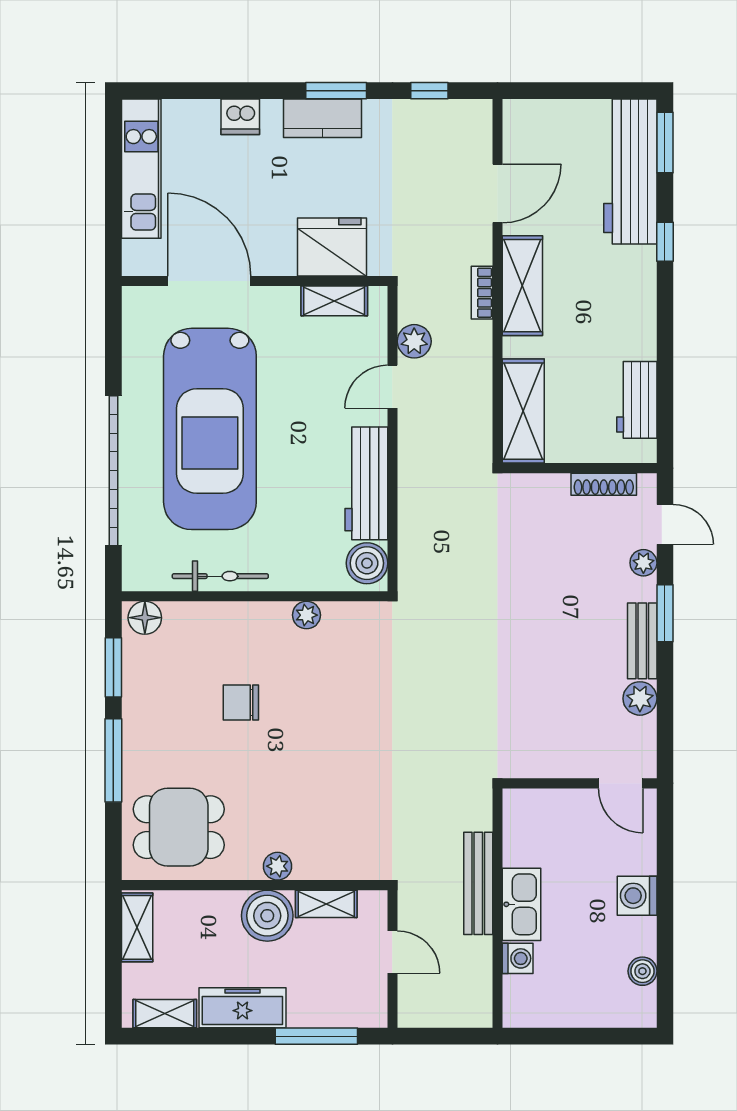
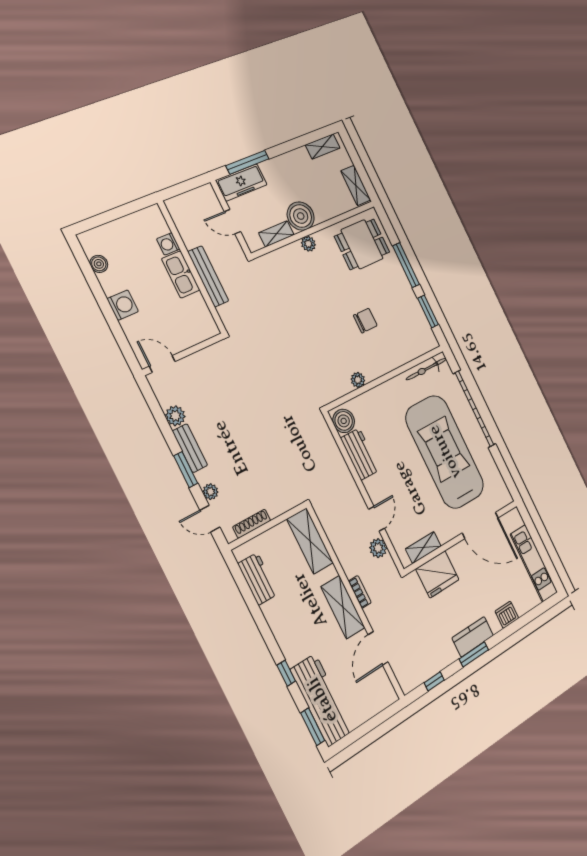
workbench: (366, 483) -> (360, 454), width x0.73
bicycle: (220, 576) -> (426, 369), moved
floor lamp: (145, 618) -> (427, 343), removed
freezer: (242, 1008) -> (241, 182), moved

